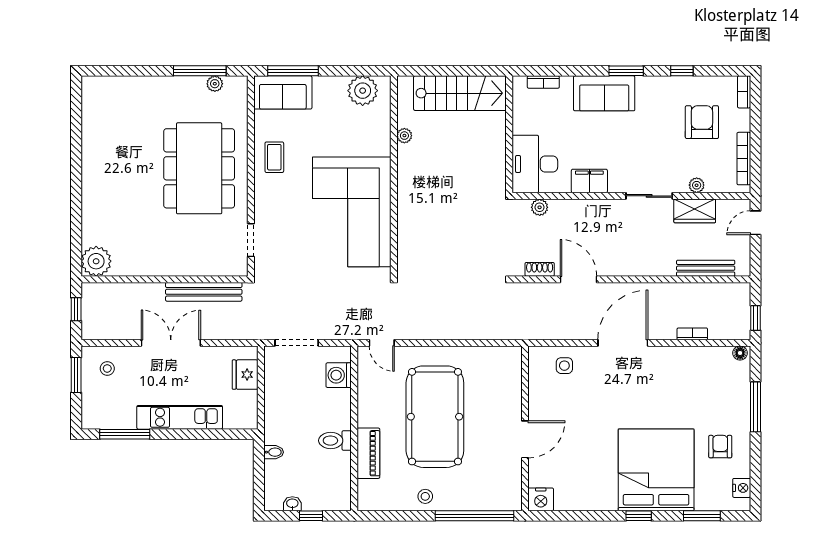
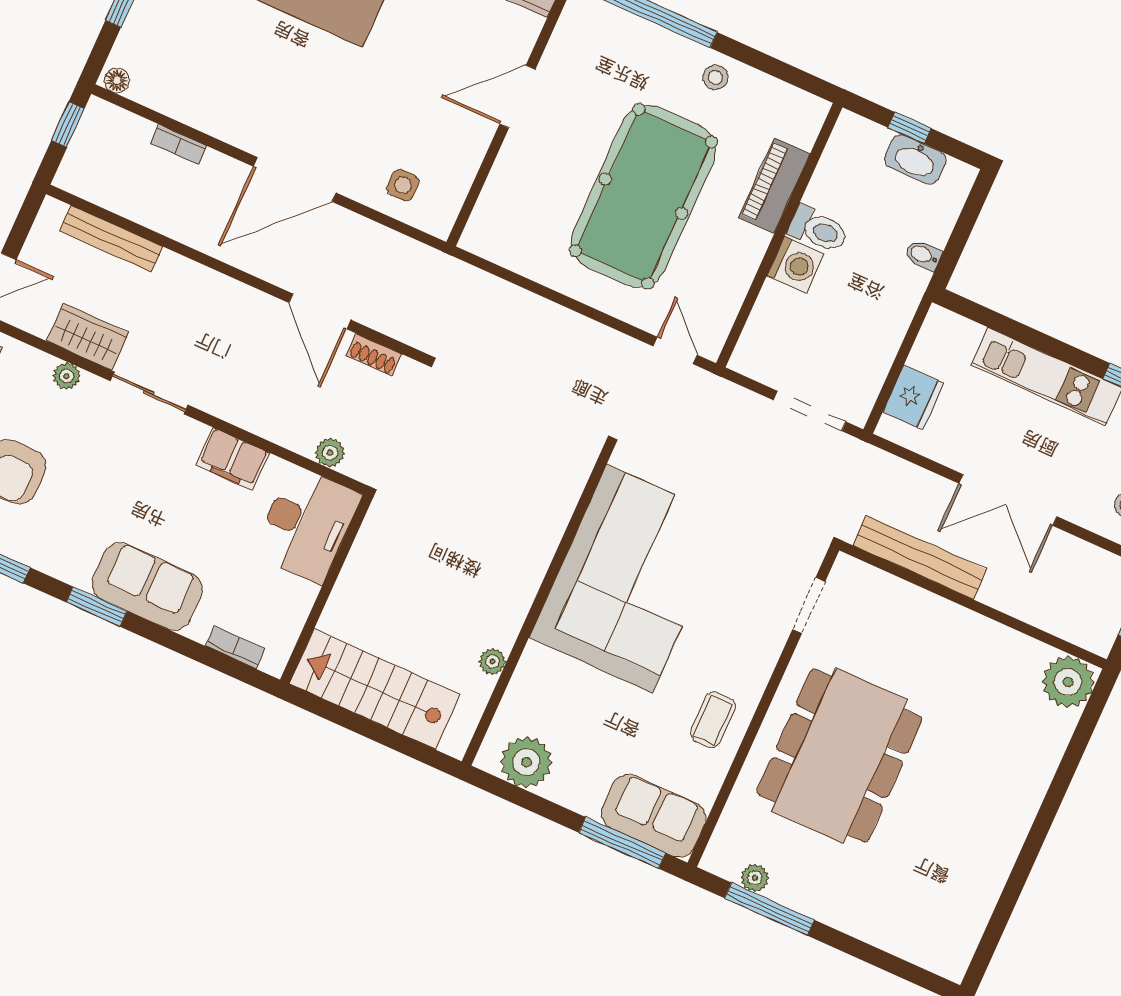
washing machine: (339, 375) -> (795, 265), moved
washbasin: (292, 504) -> (915, 160), width x1.91, depth x1.45

